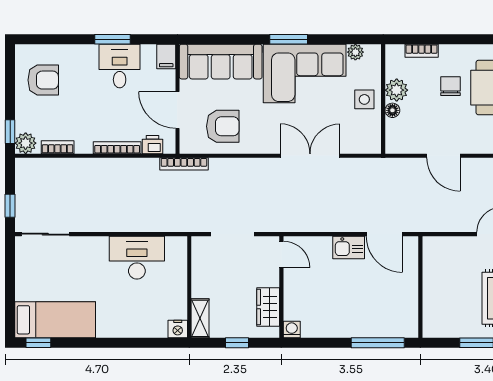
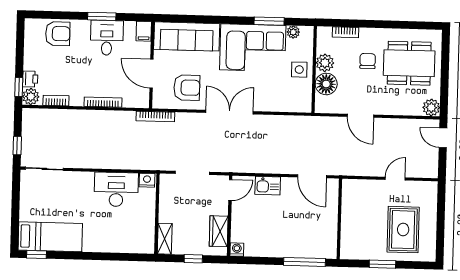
window: (289, 39) -> (269, 21), moved
armchair: (43, 80) -> (58, 34), moved
floor lamp: (392, 110) -> (326, 84), width x1.89, depth x1.89
printer: (152, 145) -> (30, 79), moved, turned 90
double door: (310, 156) -> (229, 112), moved
kitchen sink: (349, 247) -> (268, 186), moved
door: (281, 254) -> (230, 190), hinge flipped
nightstand: (178, 329) -> (147, 180), moved, turned 180

